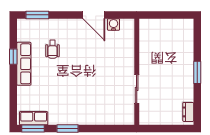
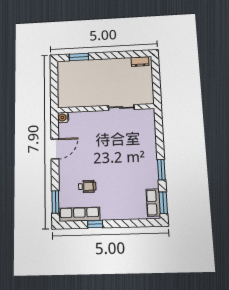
water cooler: (114, 24) -> (63, 117), moved
row of seats: (24, 64) -> (79, 214), moved
window: (197, 72) -> (79, 57), moved

